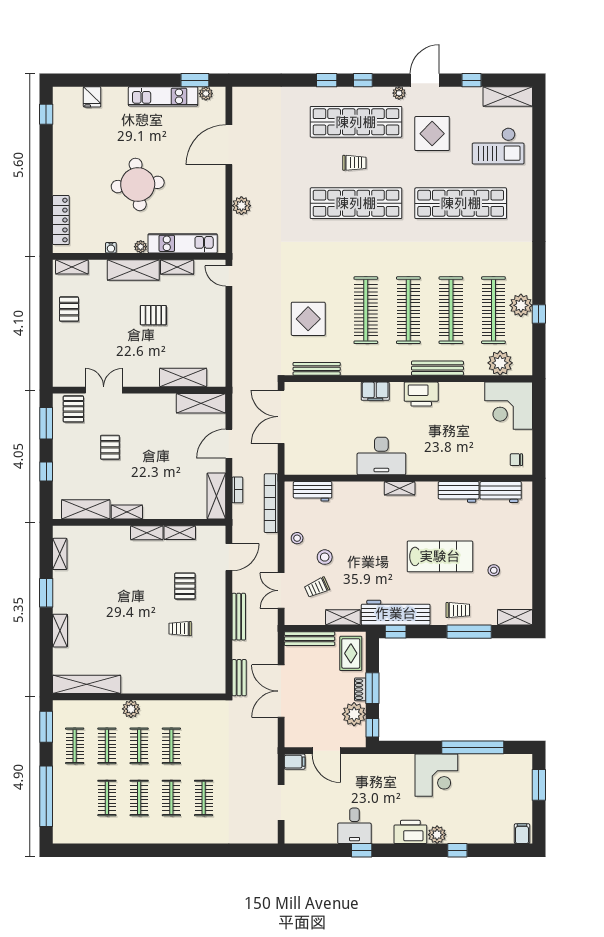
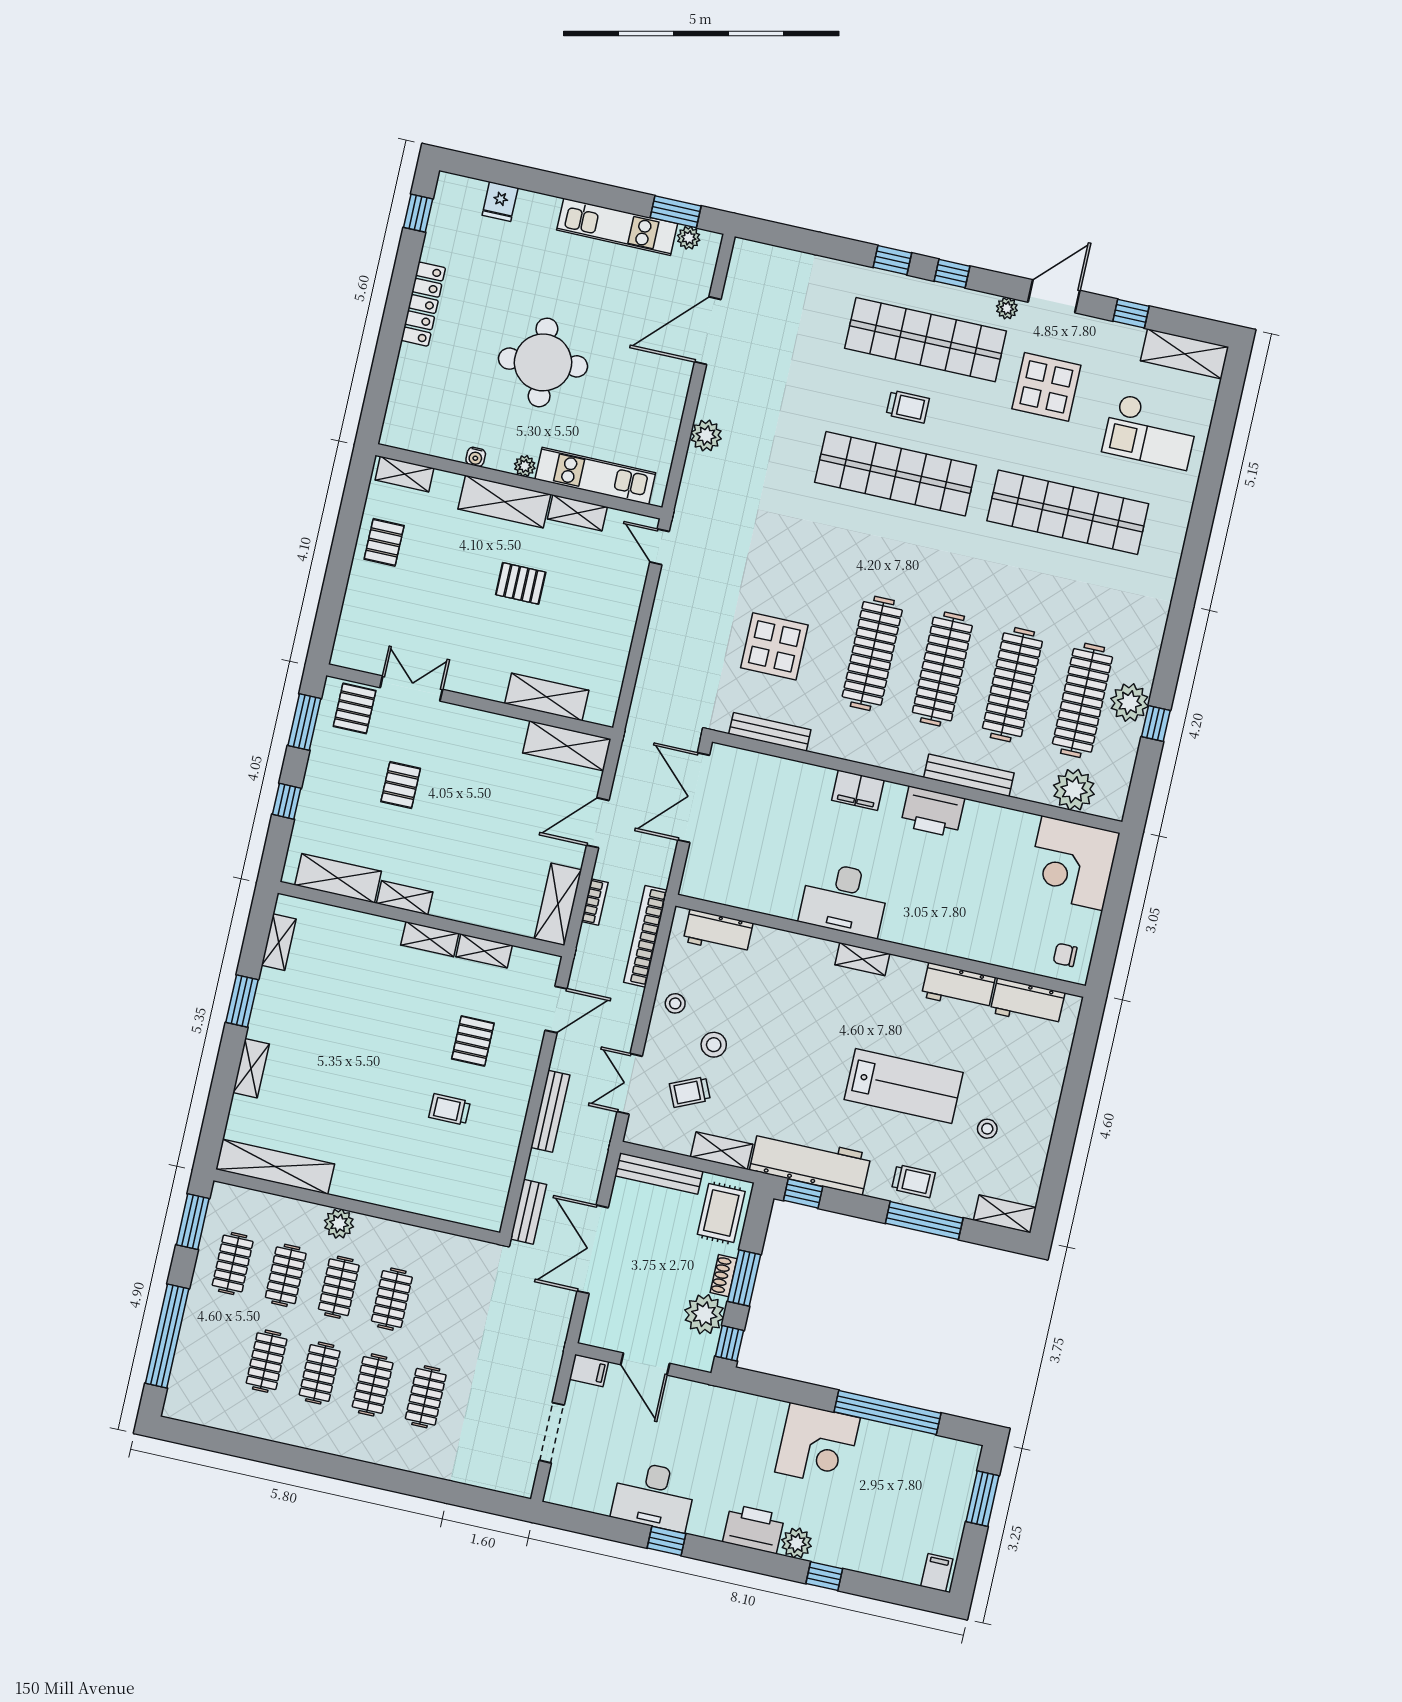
locker: (61, 220) -> (423, 304), moved
desk: (354, 826) -> (654, 1496), width x1.37

